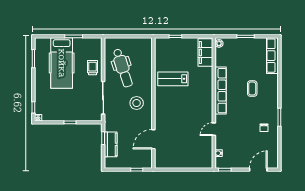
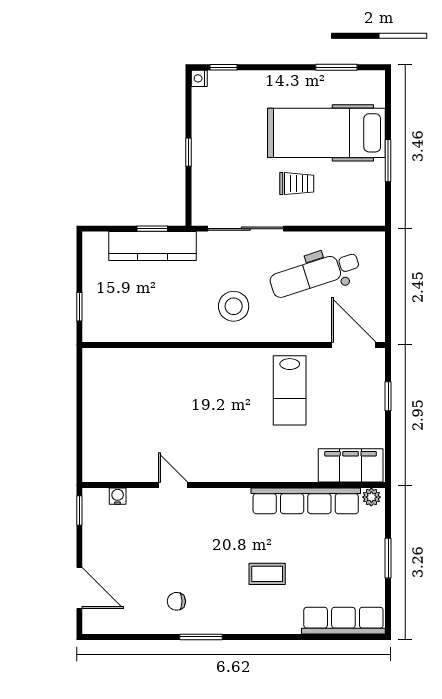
trolley: (93, 68) -> (297, 184), moved
lab bench: (173, 79) -> (290, 390), turned 180
row of seats: (221, 91) -> (306, 501), moved
door: (153, 139) -> (354, 345), moved
kitchen counter: (111, 144) -> (153, 246), width x1.50

